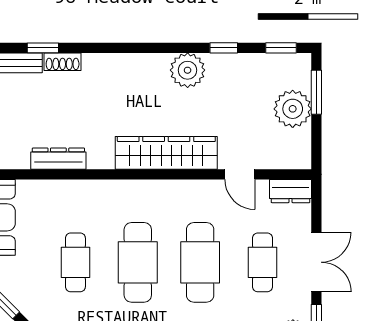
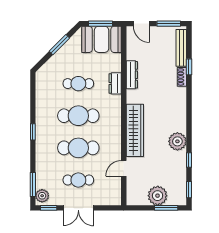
dresser: (291, 191) -> (115, 83), moved

